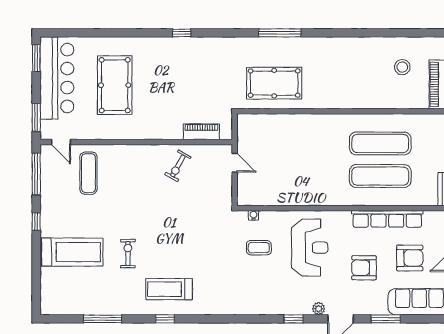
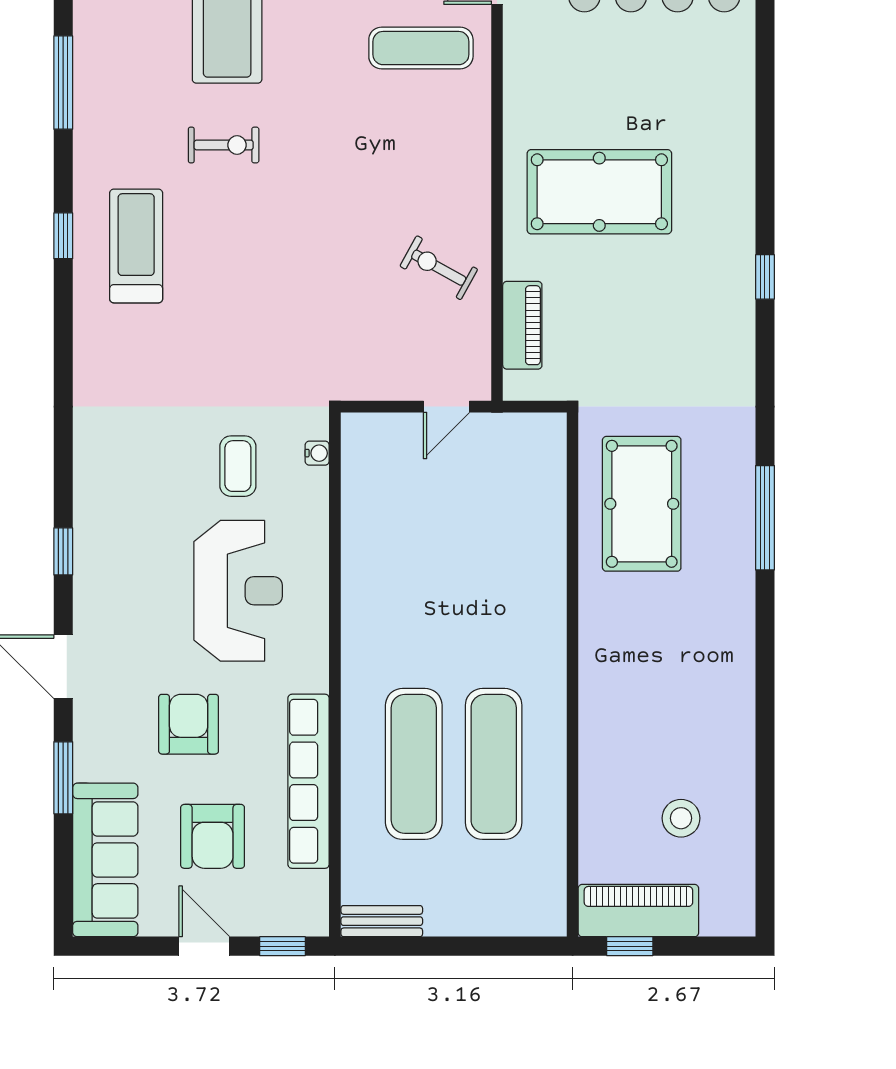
pool table: (115, 85) -> (599, 192), moved
reception desk: (310, 248) -> (238, 591), turned -90
plant: (319, 309) -> (88, 613), removed

